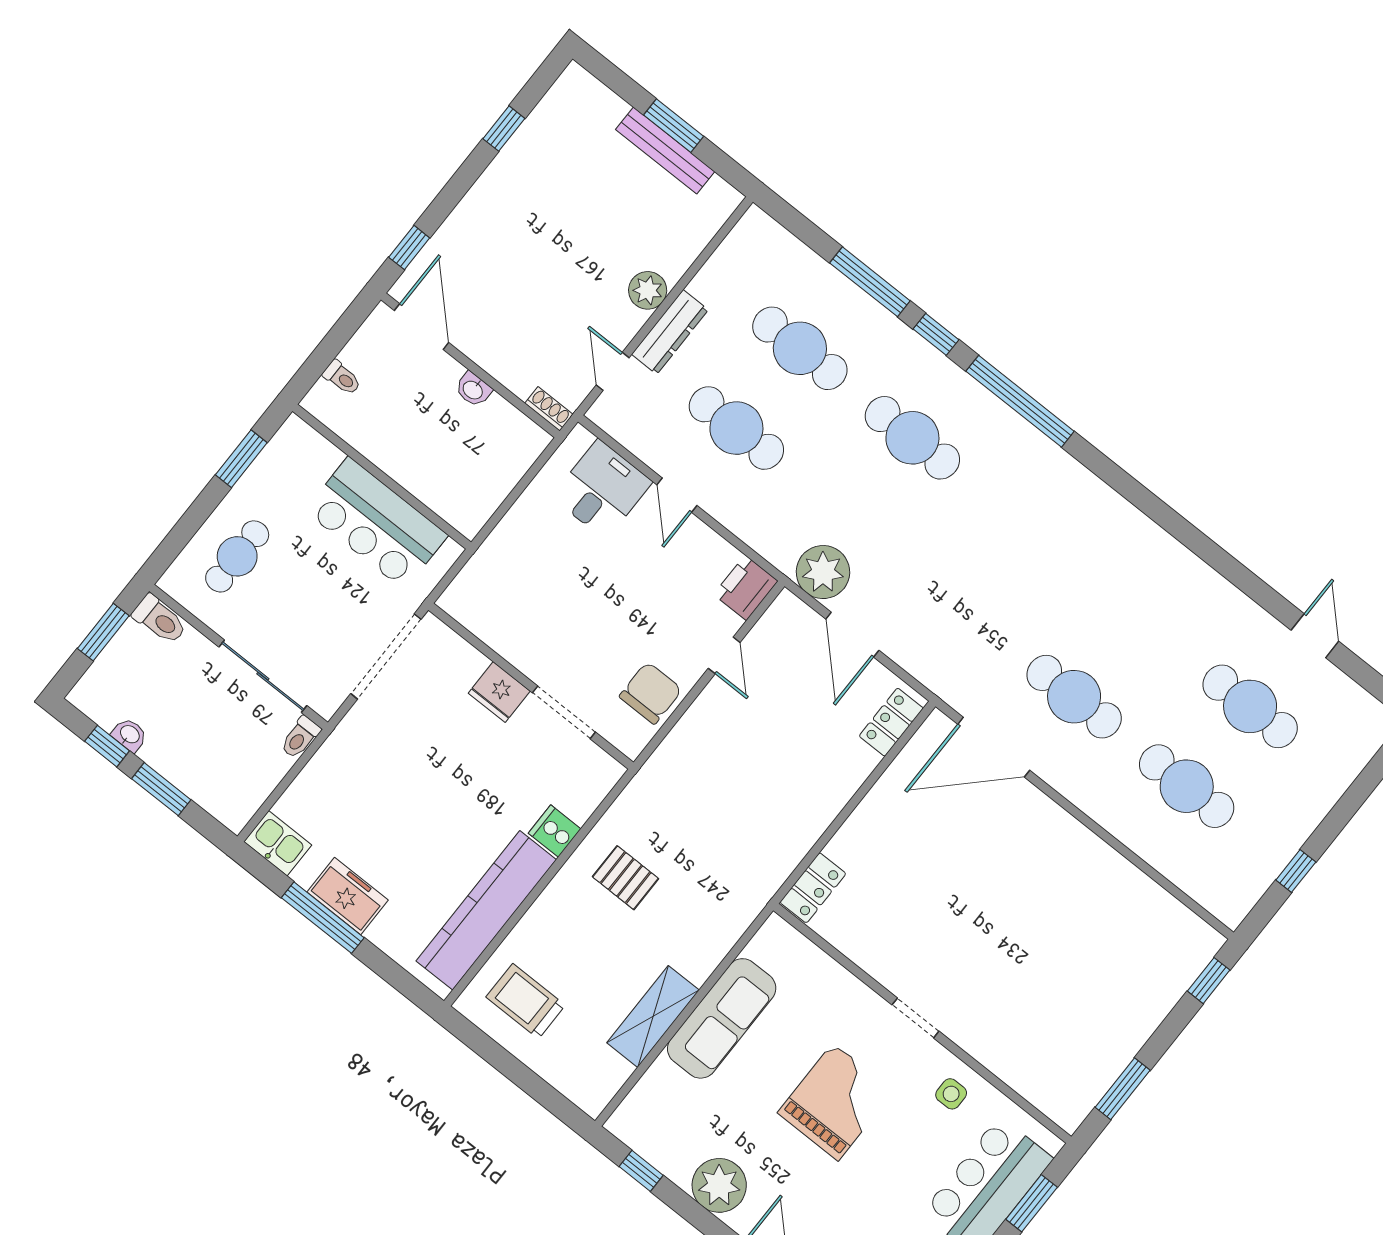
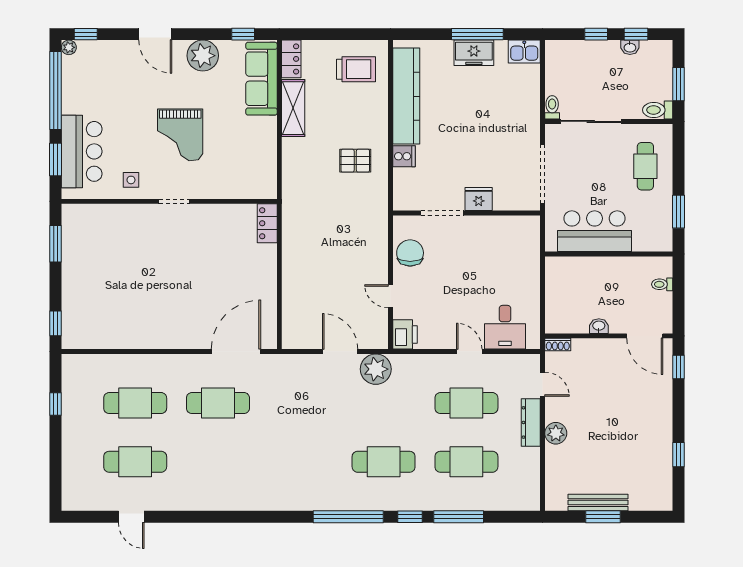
chair: (651, 693) -> (410, 253), turned 180
locker: (891, 722) -> (291, 59), moved
window: (161, 789) -> (596, 34), width x0.67
sofa: (722, 1018) -> (261, 79), moved

